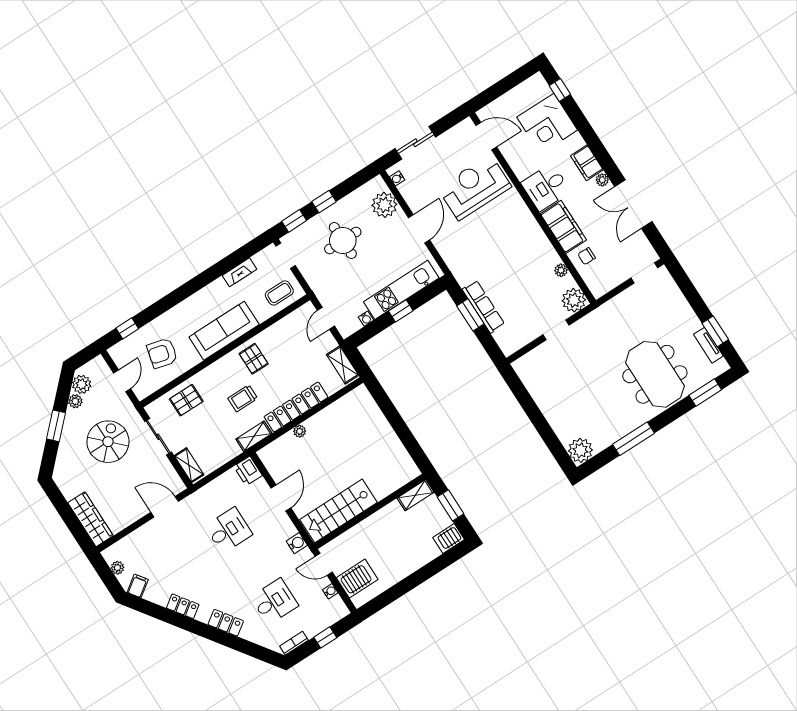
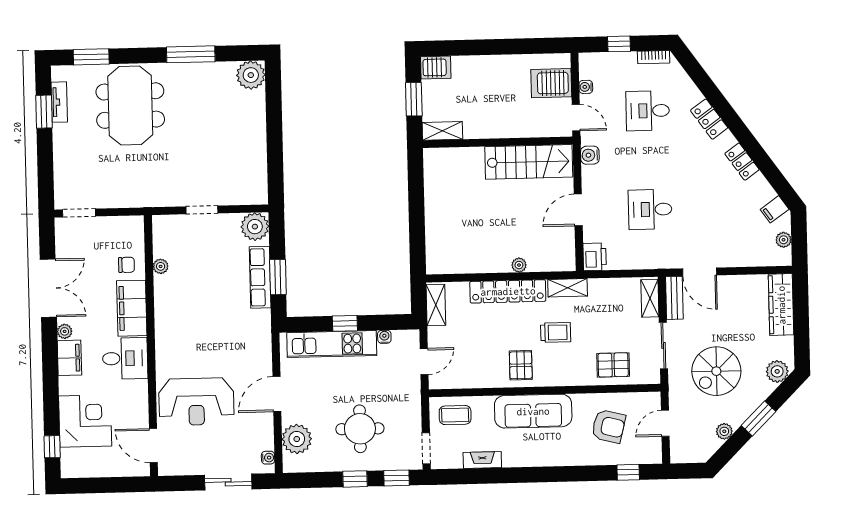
plant: (574, 300) -> (255, 227), moved
plant: (82, 384) -> (777, 371), moved
bench: (171, 476) -> (674, 298), added

